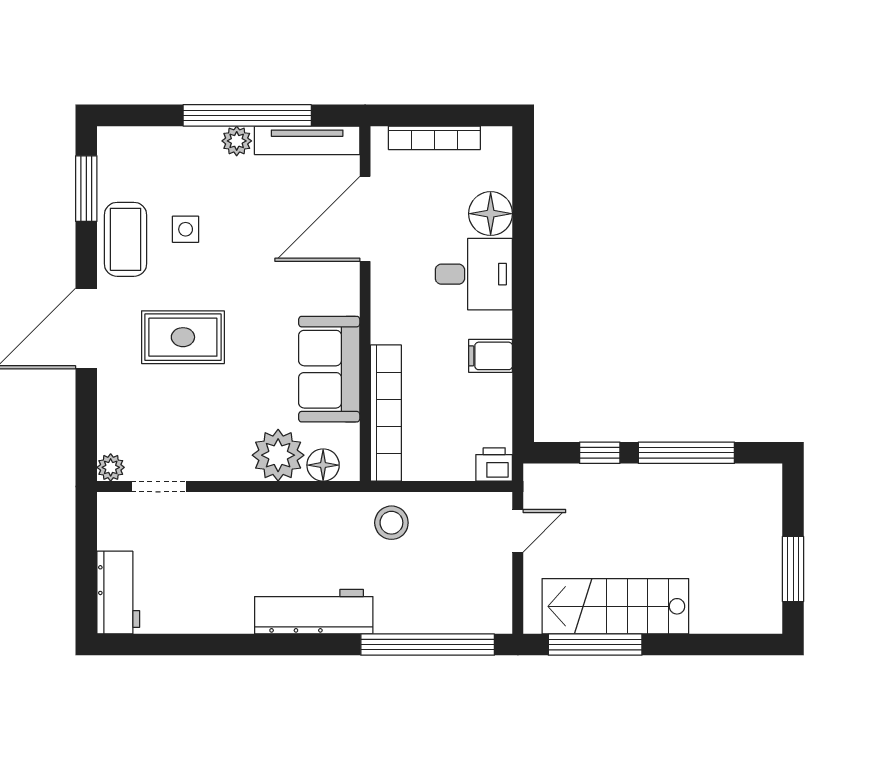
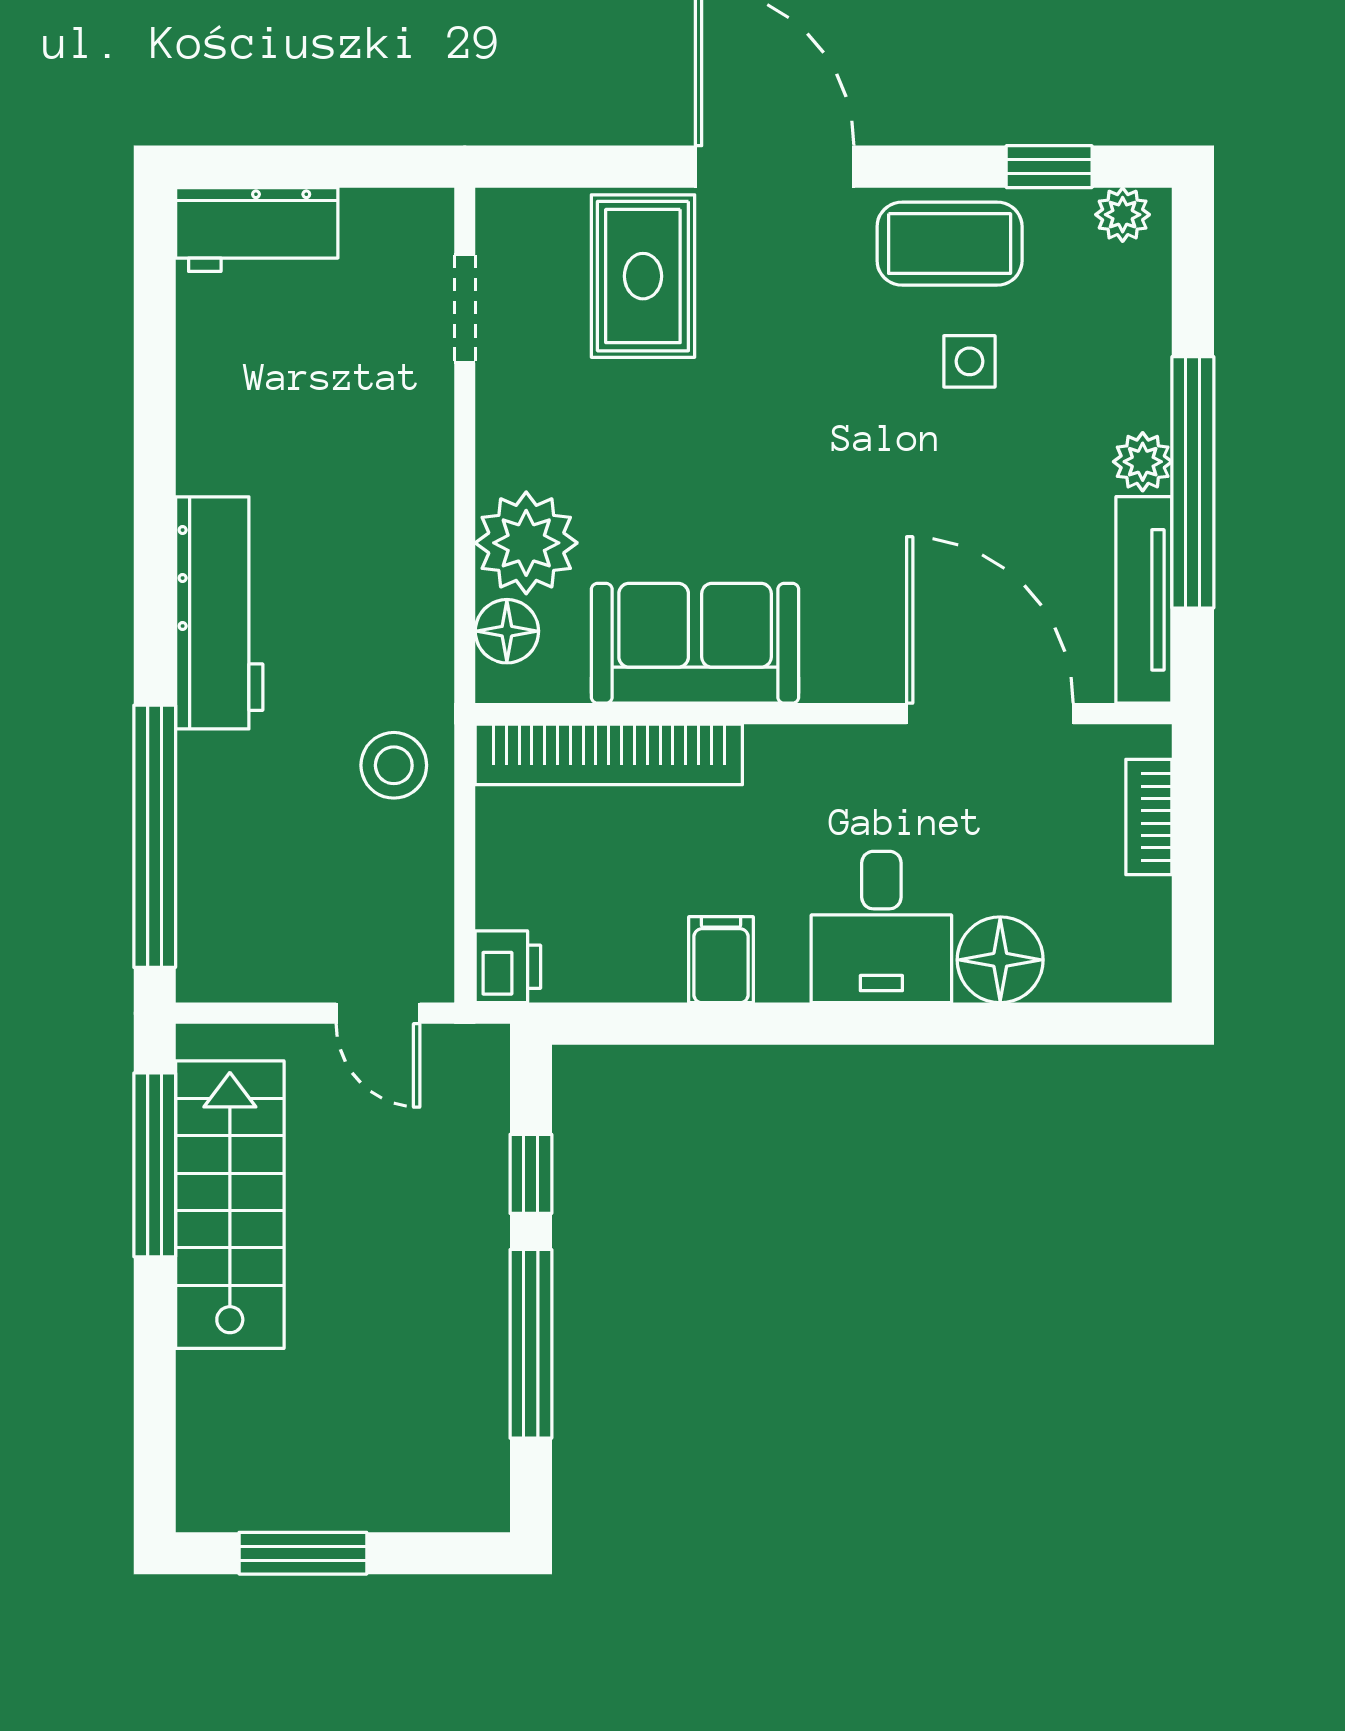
bookcase: (434, 138) -> (1149, 817), width x0.64
window: (86, 189) -> (1049, 167), width x0.67
rug: (183, 337) -> (643, 276), moved
plant: (111, 467) -> (1123, 215), moved

